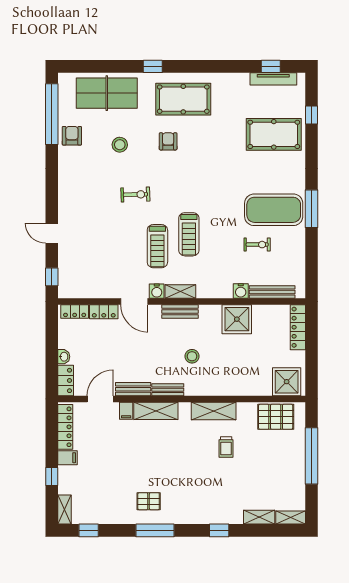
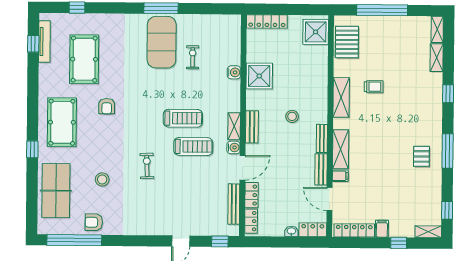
pool table: (274, 134) -> (84, 59), moved
armchair: (168, 141) -> (107, 106), moved, turned -90
bench: (272, 292) -> (234, 204), moved

